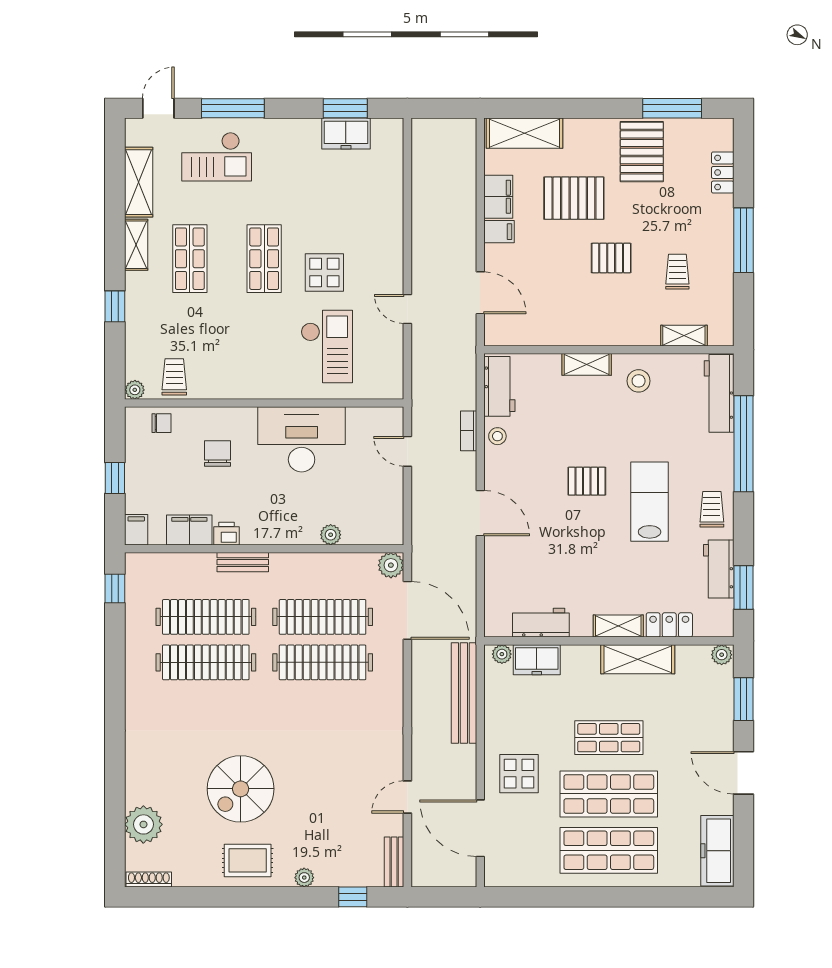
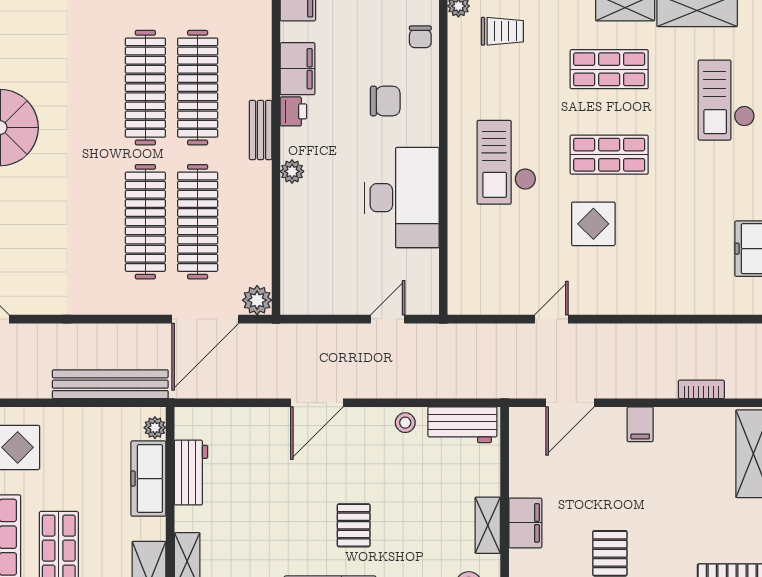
filing cabinet: (498, 197) -> (525, 523), moved, turned -90
pallet: (574, 198) -> (679, 511), removed
checkout: (327, 346) -> (506, 162), moved, turned 90
trolley: (174, 377) -> (502, 31), moved
bookcase: (469, 431) -> (701, 389), moved
plant: (331, 535) -> (292, 171), moved
freezer: (537, 660) -> (148, 479), width x1.40

